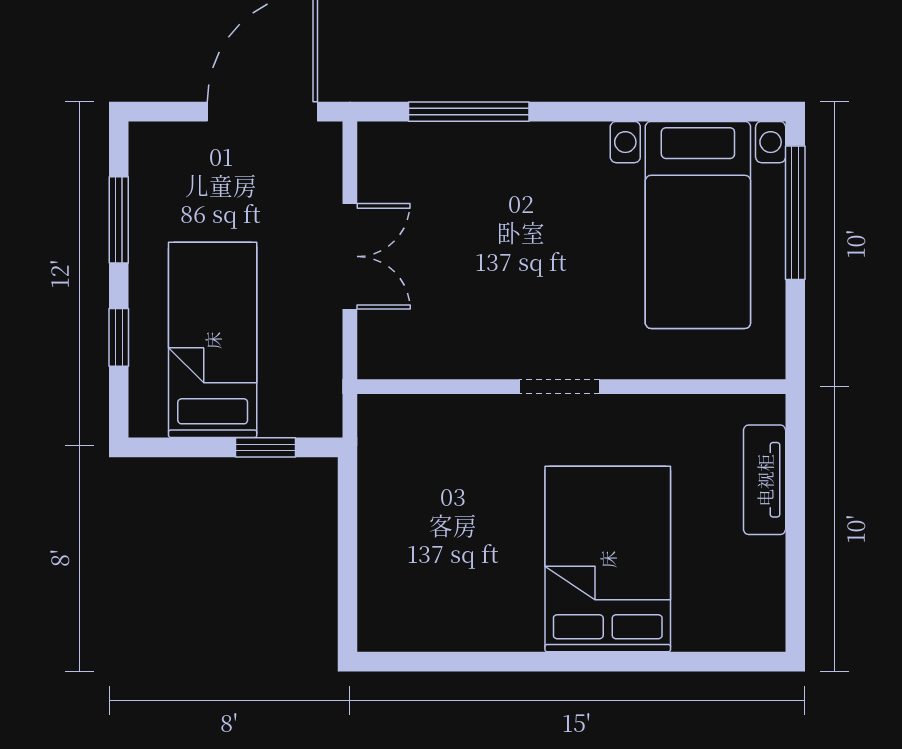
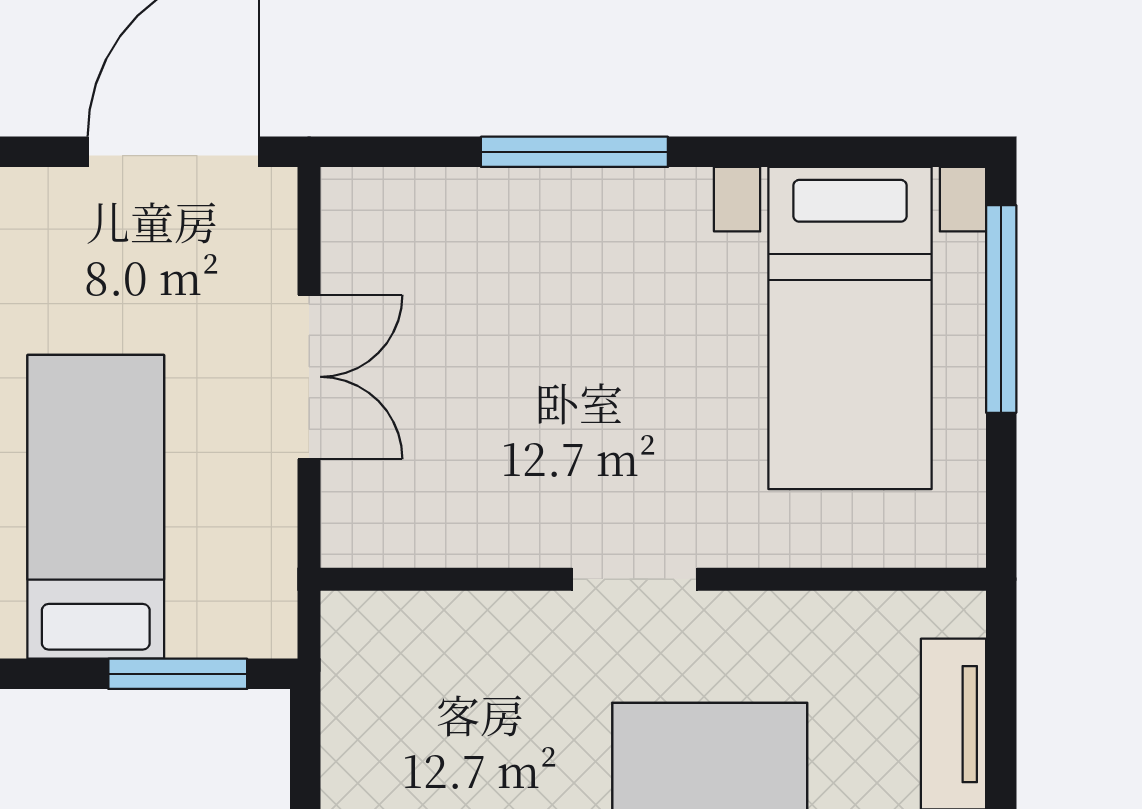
window: (469, 112) -> (574, 152), moved
window: (265, 447) -> (178, 674), width x1.50

